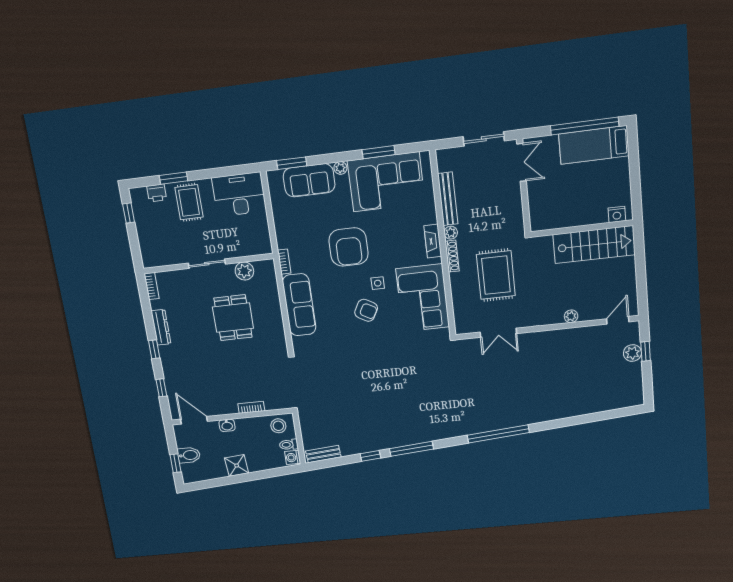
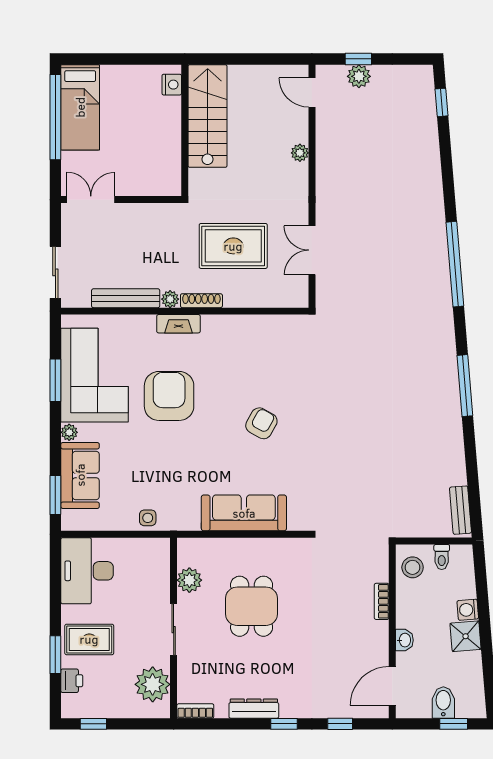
sliding door: (484, 139) -> (55, 272), moved
armchair: (349, 247) -> (169, 396), moved, turned -90
plant: (165, 253) -> (153, 684), added
bookcase: (284, 262) -> (183, 524), removed
side table: (378, 283) -> (148, 518), moved
corner sofa: (423, 298) -> (253, 346), removed
dining table: (233, 318) -> (252, 606), turned 90
double door: (498, 333) -> (312, 250), swing flipped
window: (370, 456) -> (442, 102), moved
washing machine: (293, 457) -> (468, 610), moved, turned 85

